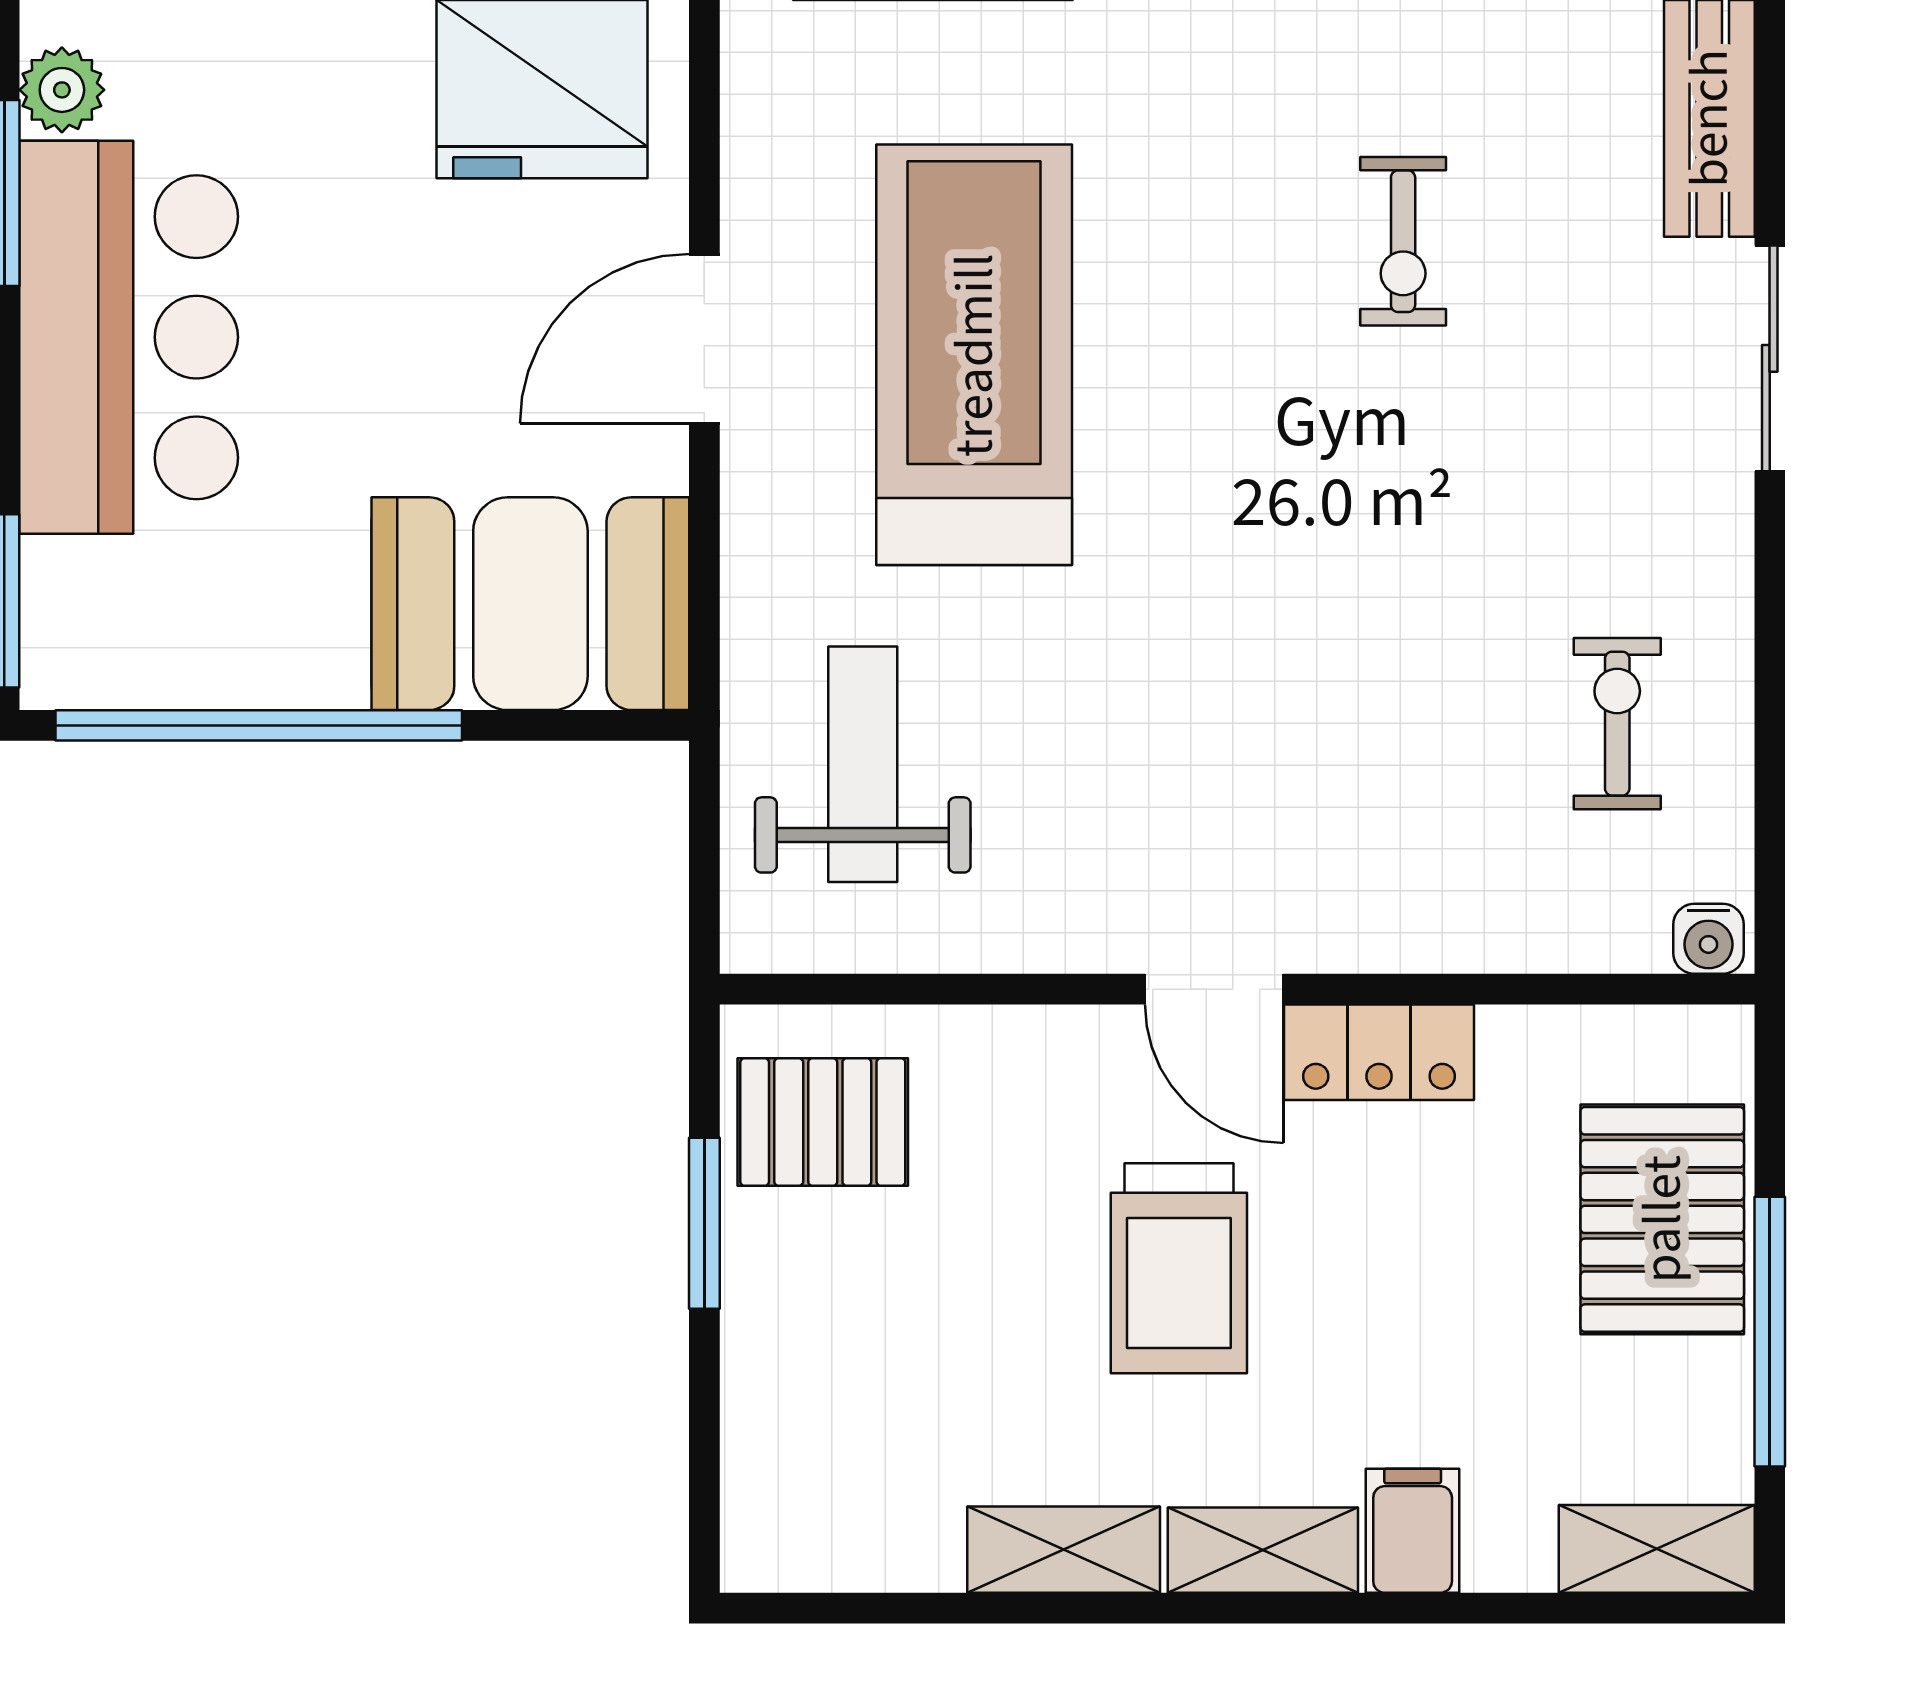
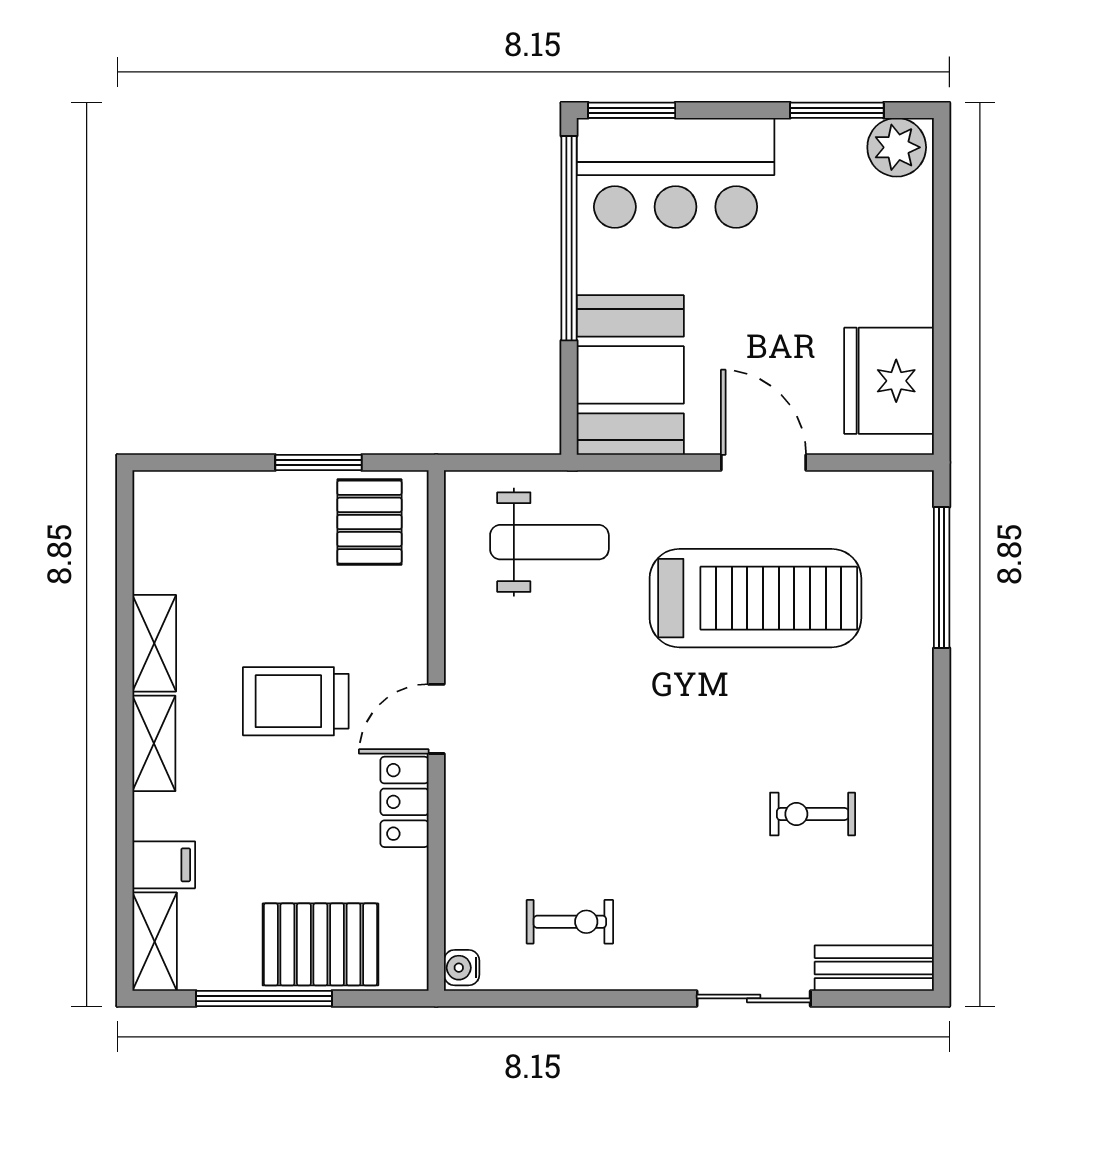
plant: (62, 90) -> (897, 147), width x1.38, depth x1.38
bar counter: (129, 337) -> (676, 173), moved
filing cabinet: (1413, 1531) -> (164, 865), moved

